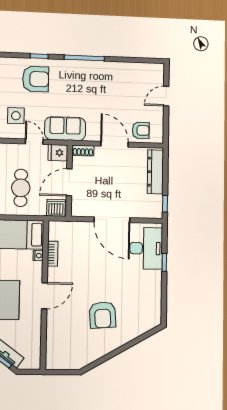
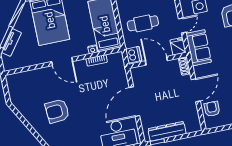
armchair: (141, 130) -> (212, 109), turned 180
dresser: (155, 172) -> (167, 131), moved

